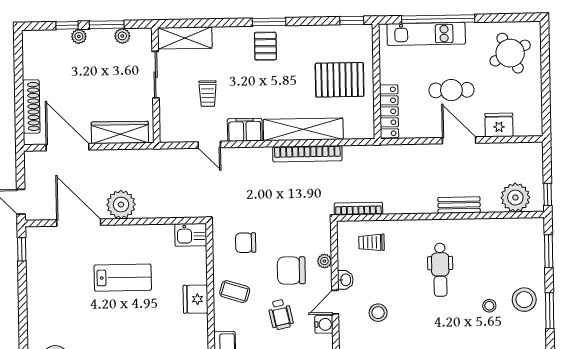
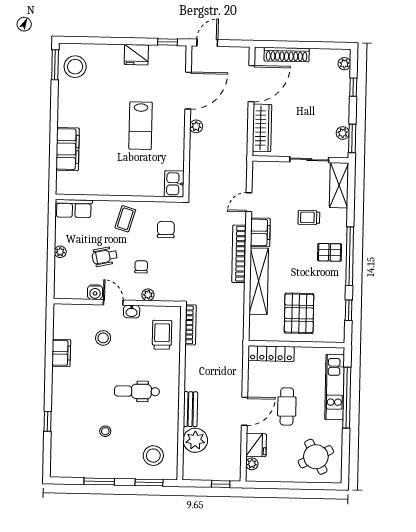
window: (352, 20) -> (349, 310), moved
window: (269, 22) -> (350, 256), width x2.11
window: (107, 25) -> (352, 138), moved
plant: (79, 36) -> (344, 64), moved
trolley: (208, 94) -> (309, 217), moved
plant: (522, 129) -> (252, 464), added
bookcase: (307, 154) -> (239, 254), moved
window: (548, 195) -> (221, 484), moved
plant: (515, 198) -> (195, 440), moved
plant: (121, 205) -> (196, 126), width x0.53, depth x0.53
trolley: (372, 242) -> (162, 335), width x1.36, depth x1.39
chair: (291, 270) -> (141, 267), width x0.54, depth x0.54
fridge: (195, 299) -> (136, 55), moved, turned 180
stool: (524, 300) -> (153, 456), moved

